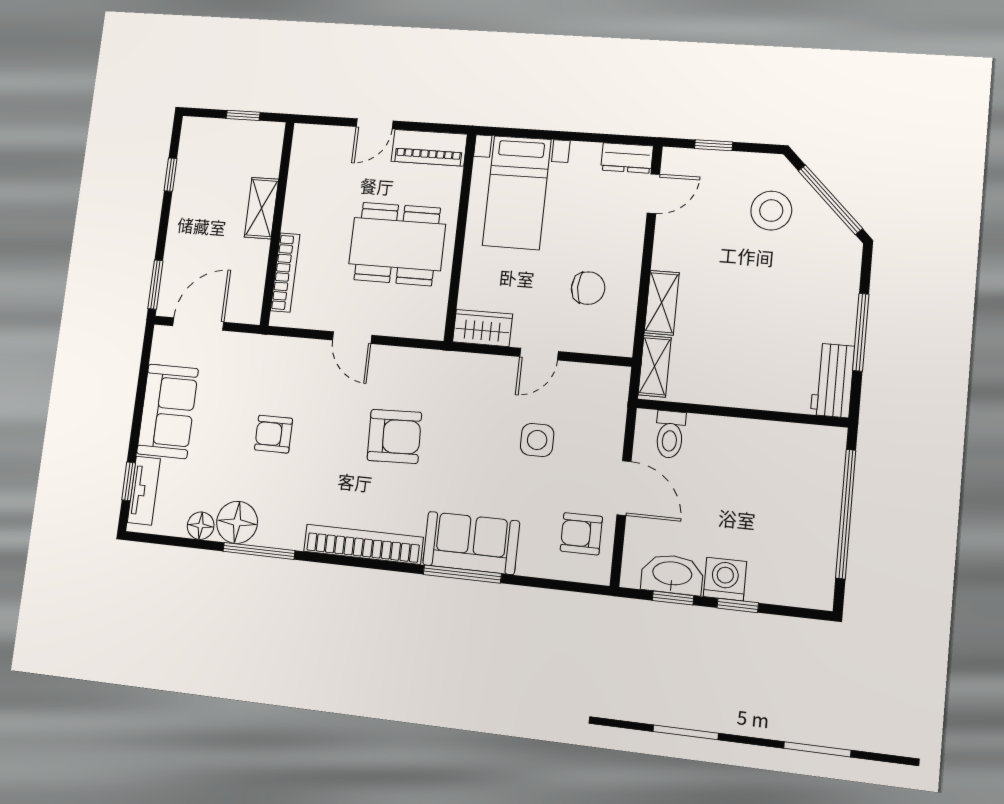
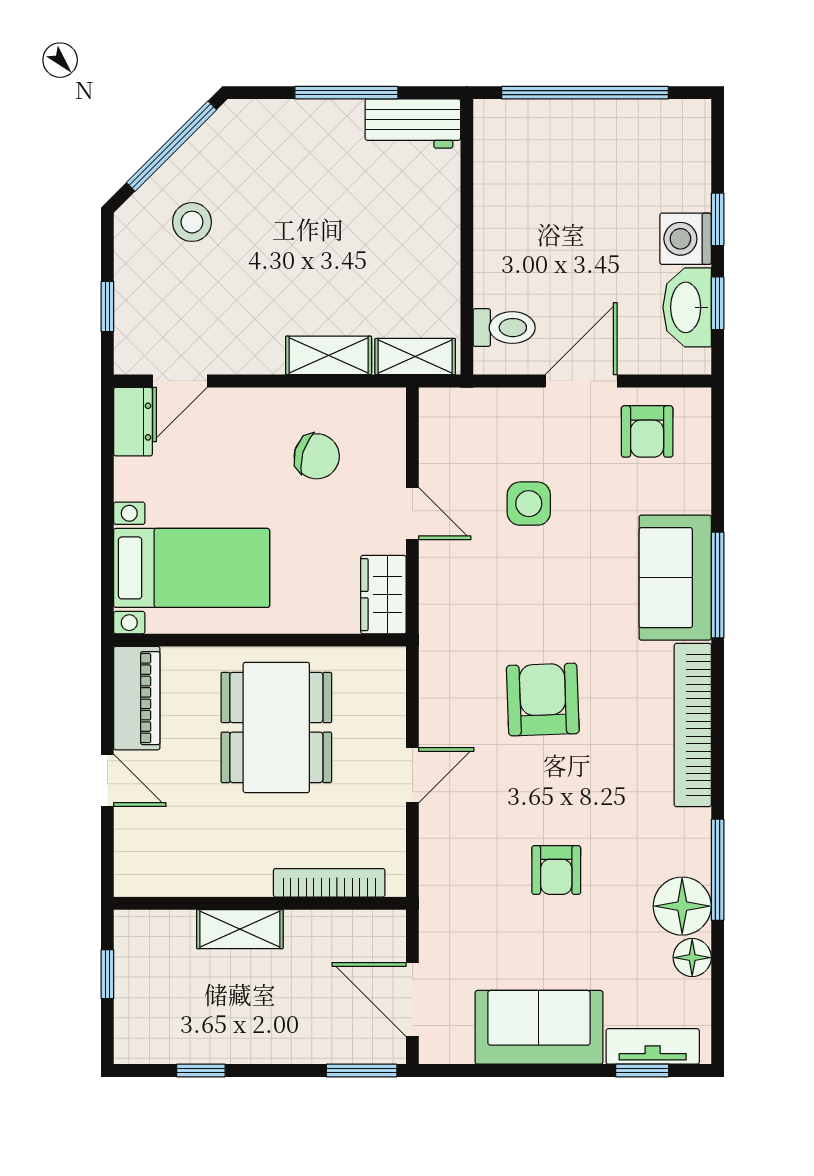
door: (653, 194) -> (180, 381), swing flipped
stool: (771, 211) -> (192, 222), width x0.73, depth x0.73
chair: (588, 288) -> (317, 456), turned 107

